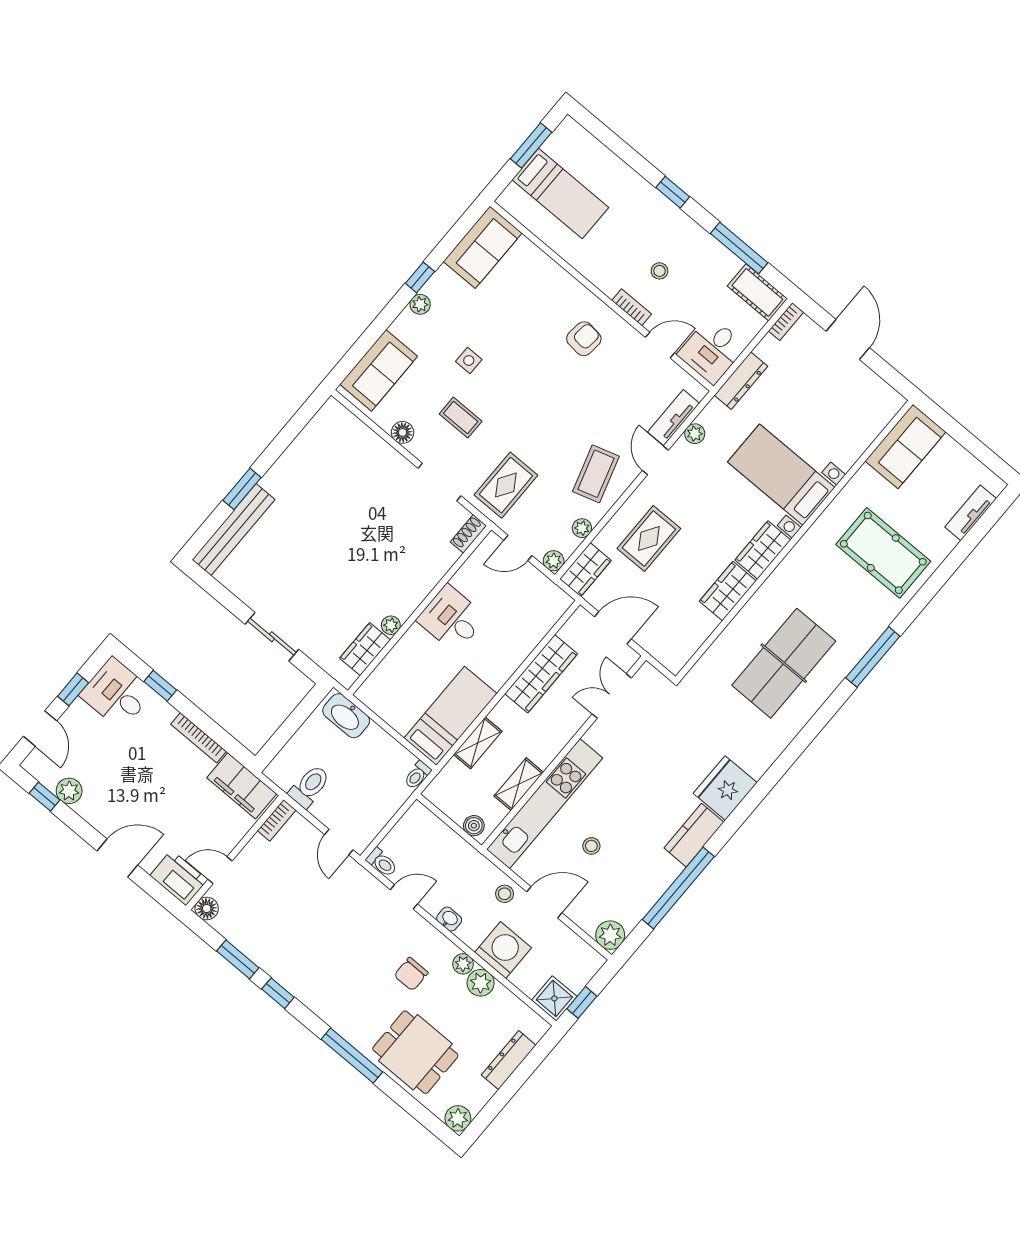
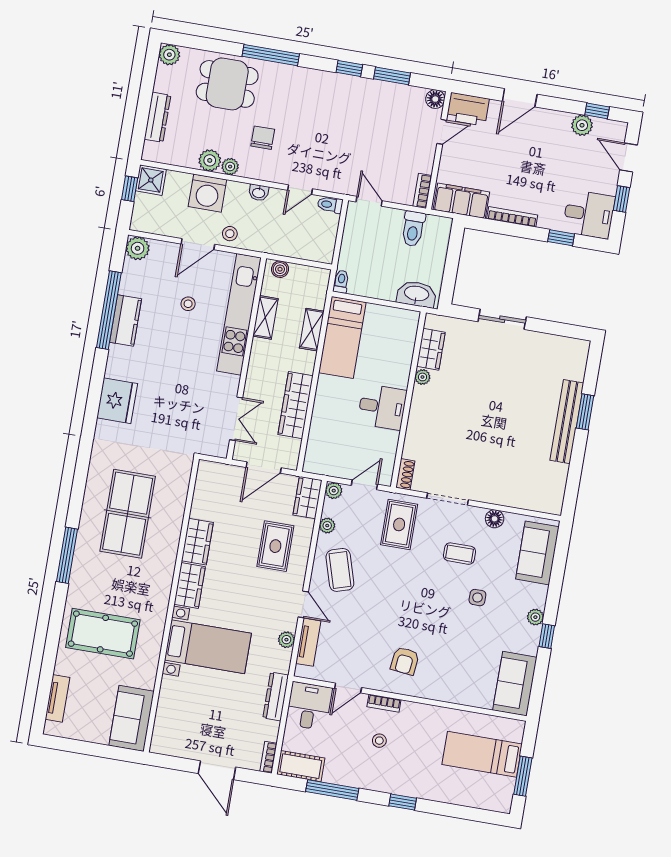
bench: (234, 530) -> (567, 422), moved
kitchen counter: (694, 835) -> (126, 320), moved

